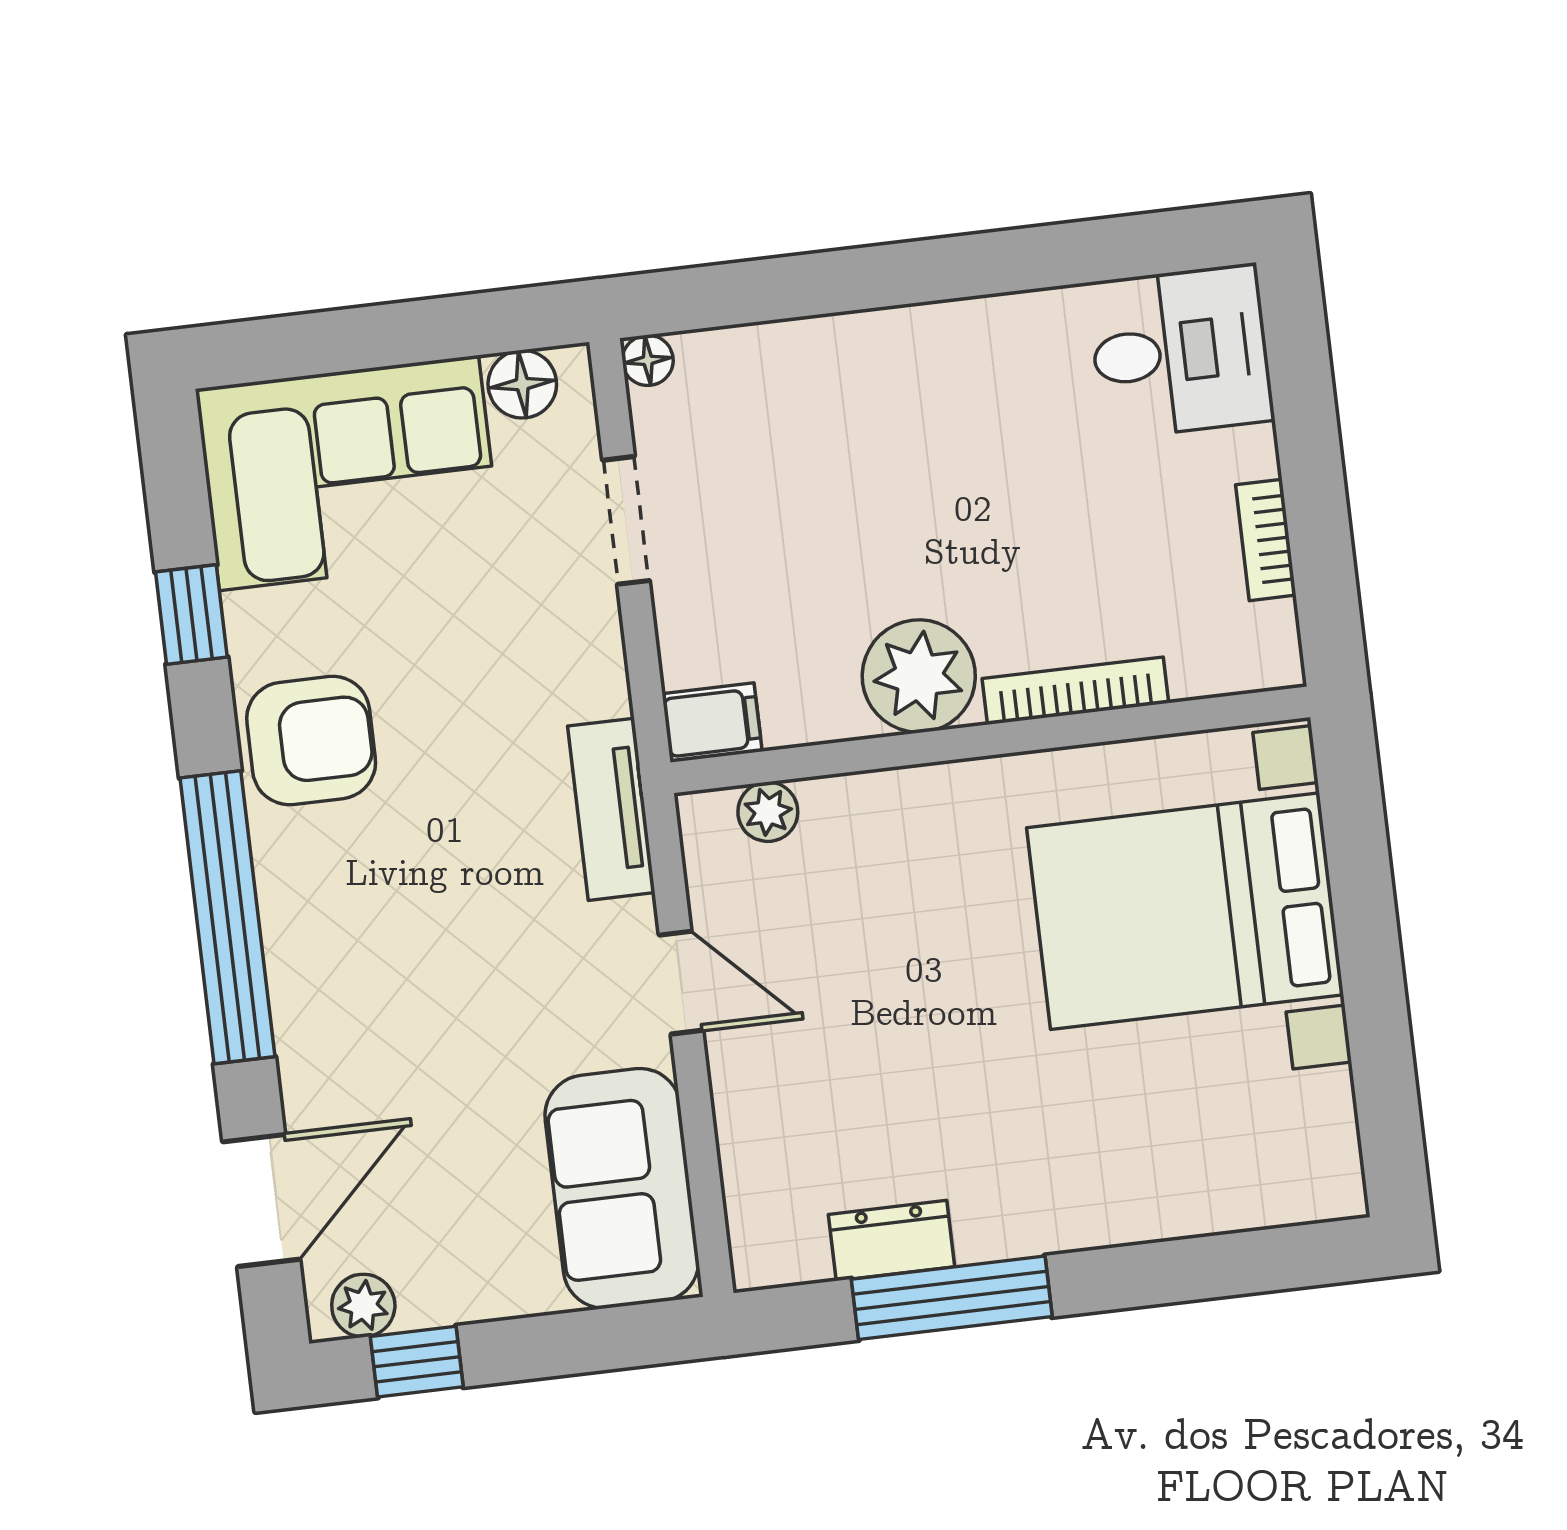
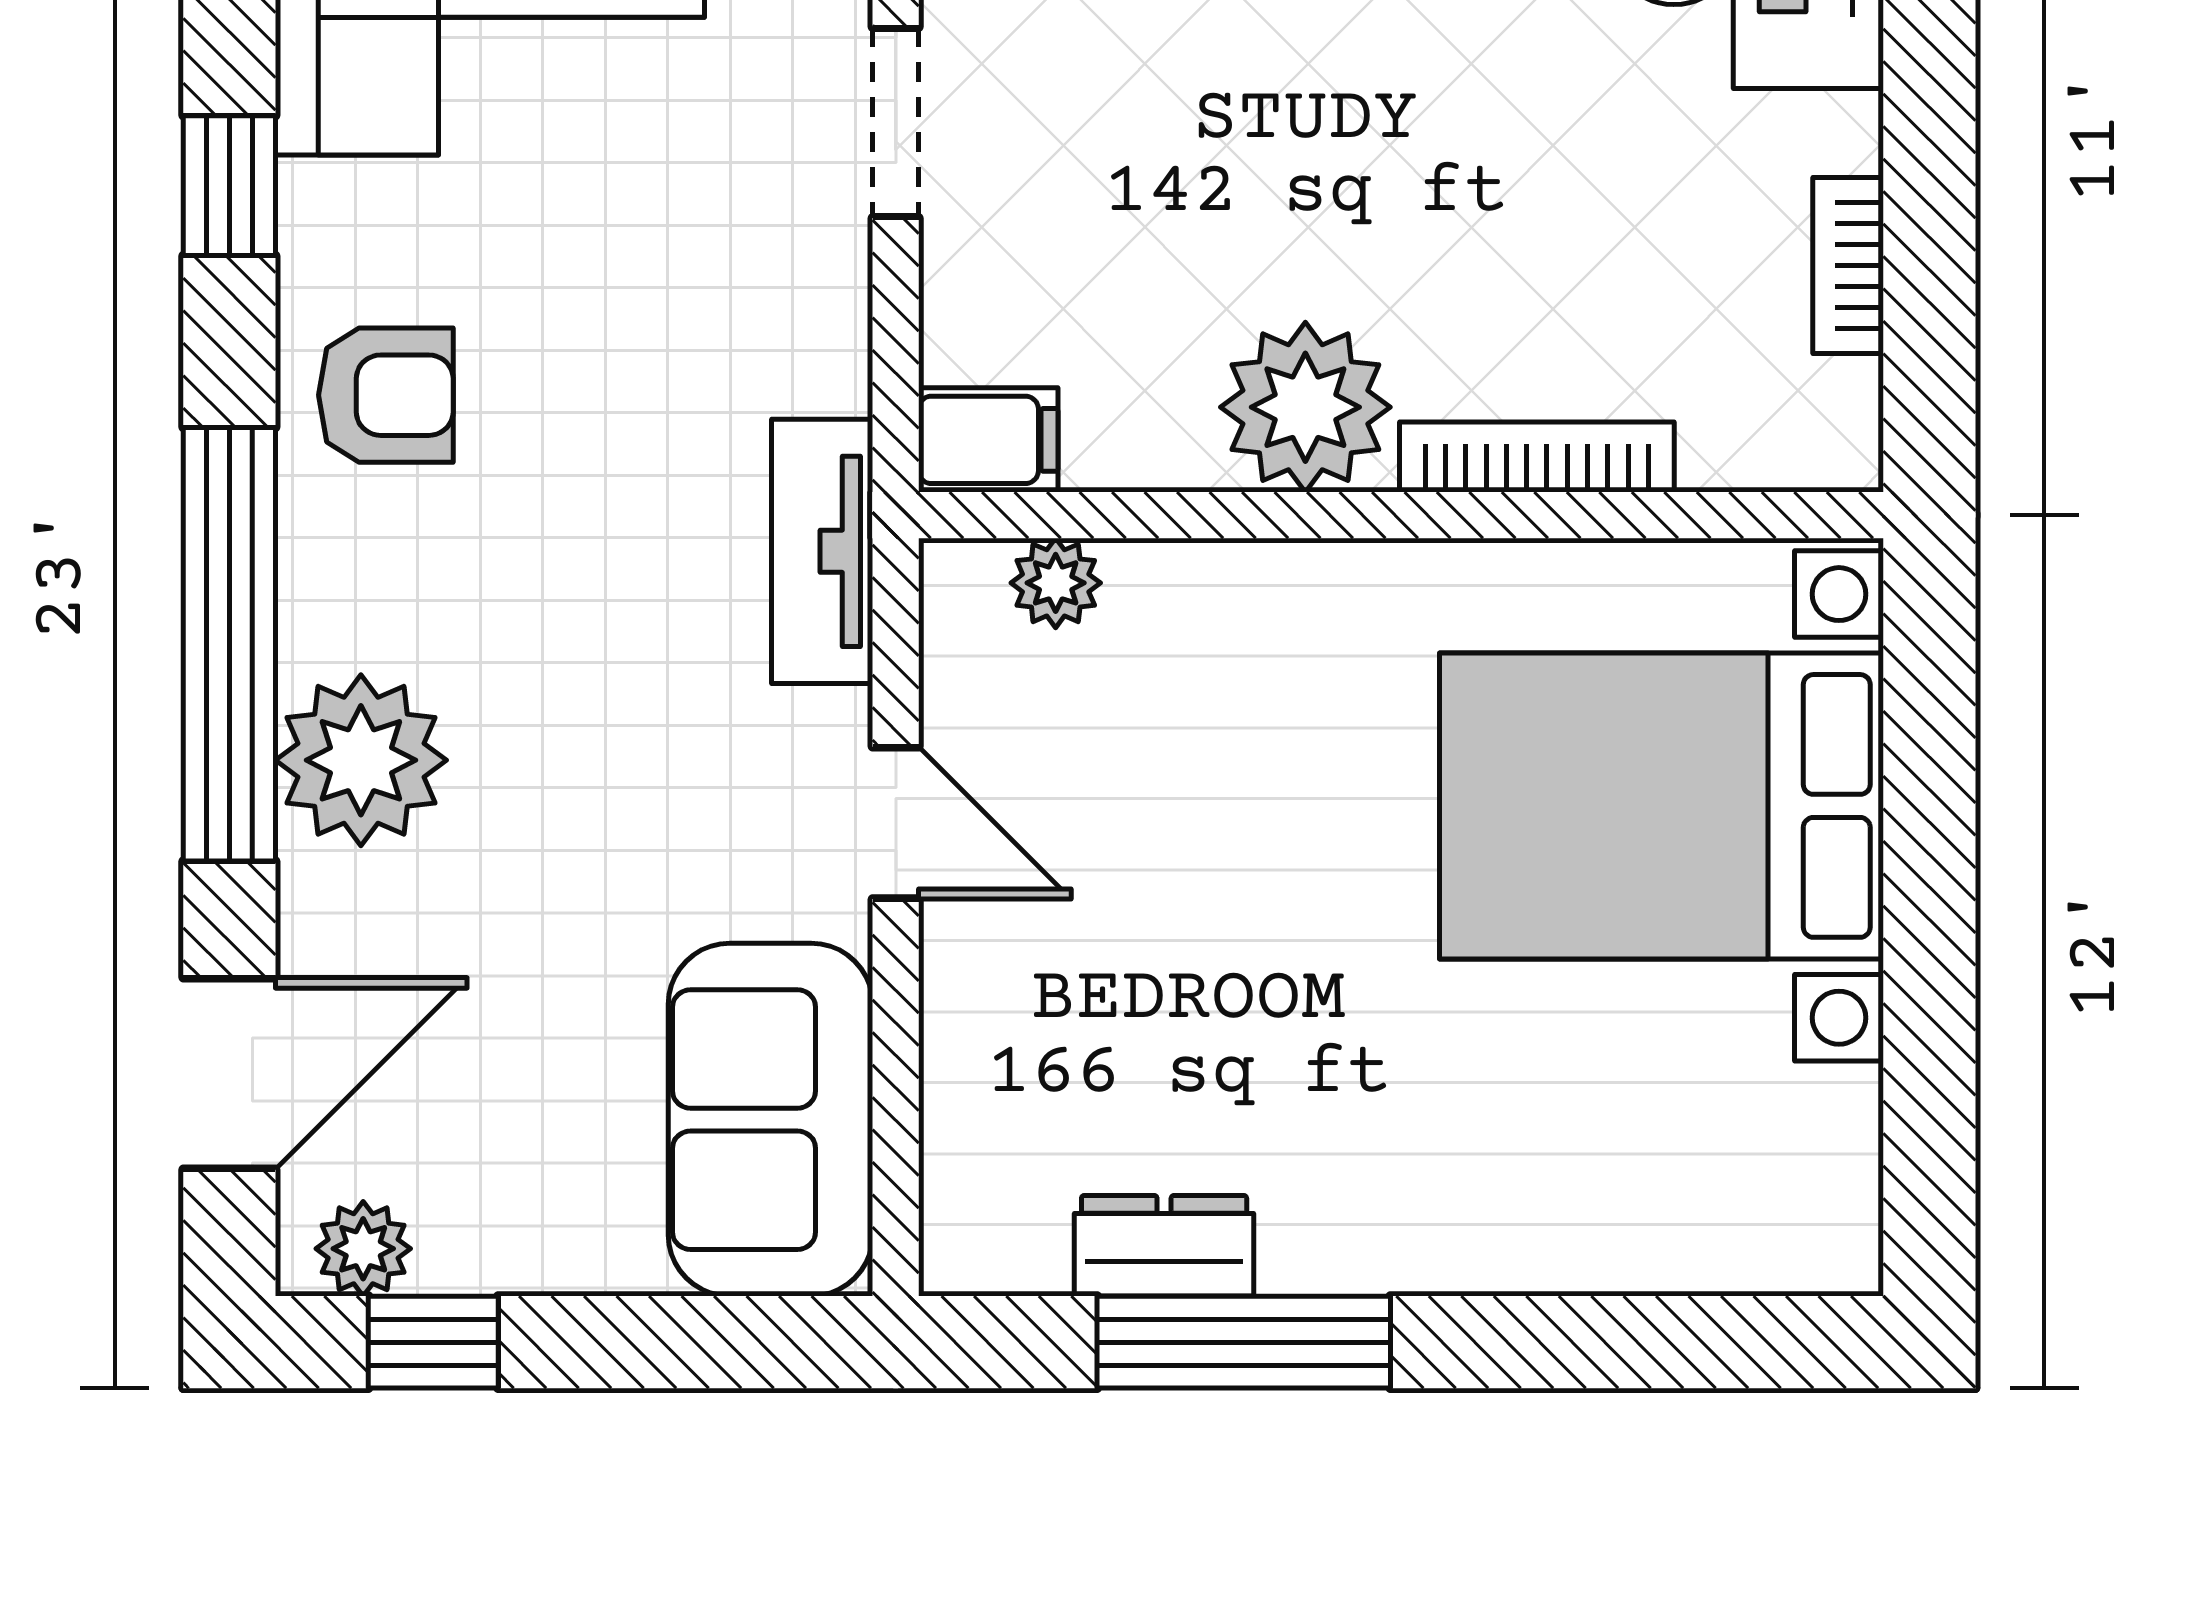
armchair: (311, 741) -> (386, 395), width x0.72, depth x0.72
plant: (323, 983) -> (361, 760), added

